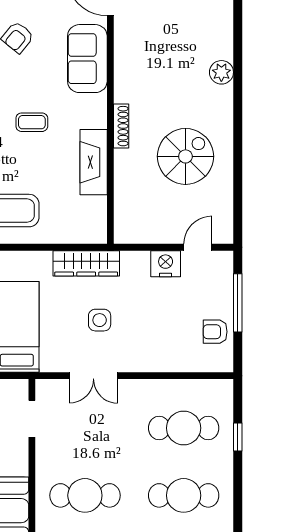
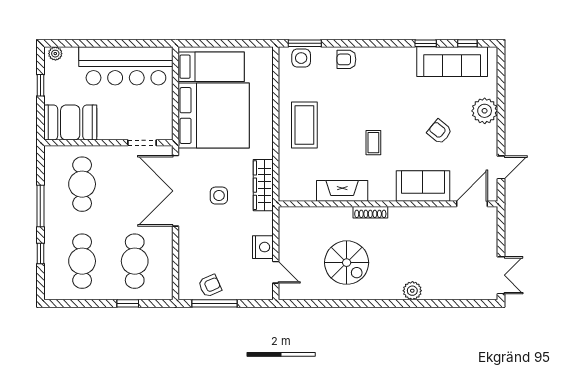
window: (238, 303) -> (214, 303), moved
armchair: (215, 332) -> (210, 286), turned 66
double door: (93, 376) -> (176, 191), width x1.87

